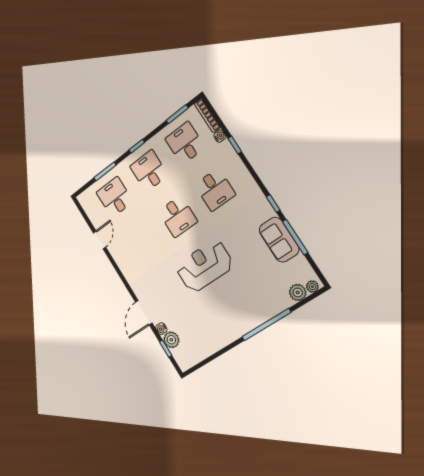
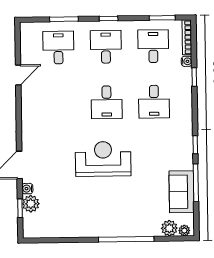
sofa: (279, 240) -> (182, 192), moved

